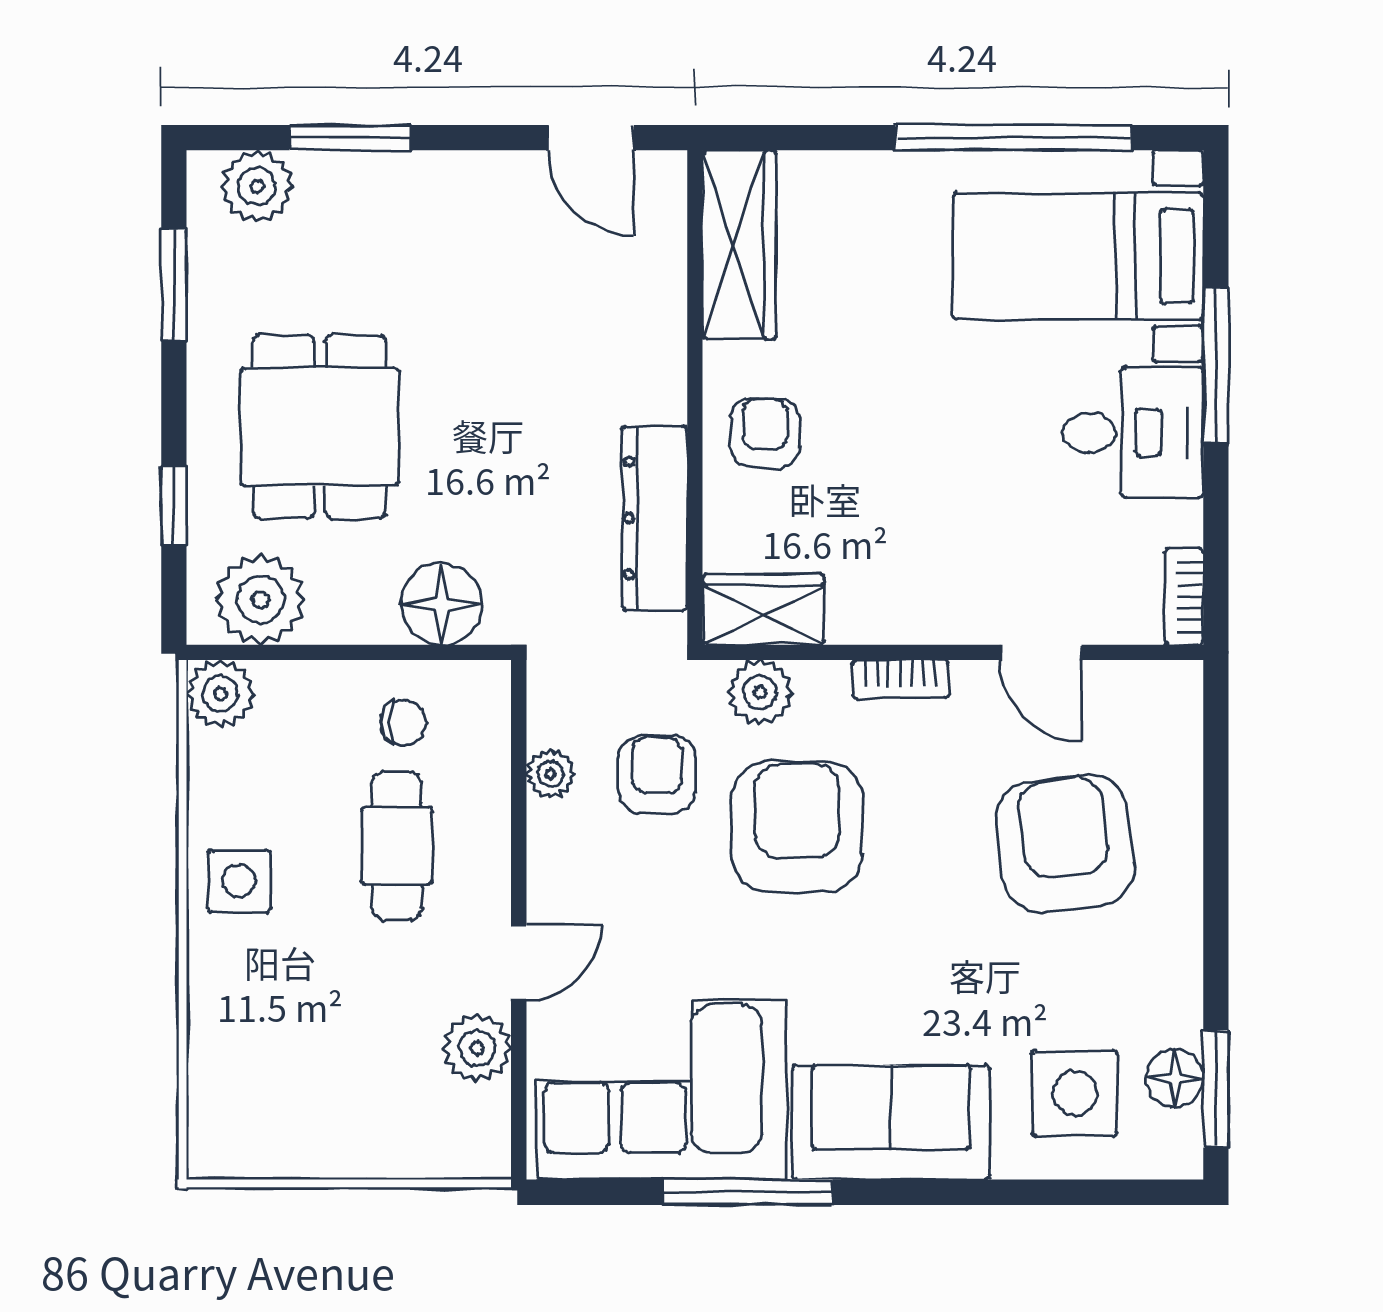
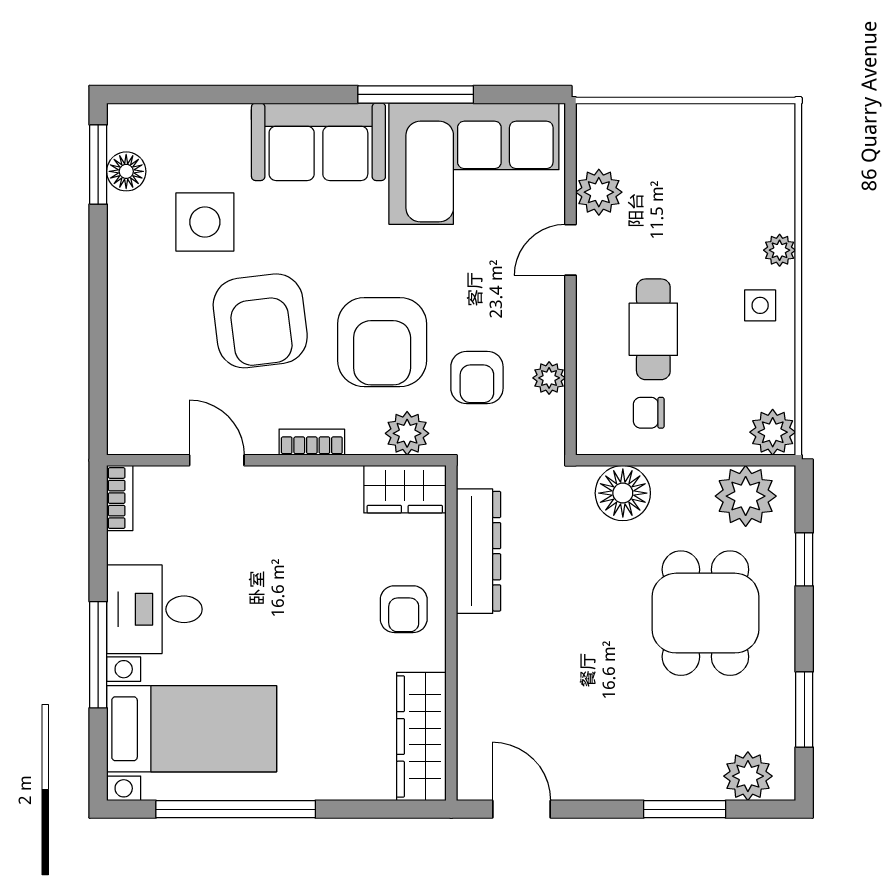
armchair: (1065, 843) -> (260, 321), moved
side table: (239, 881) -> (760, 305), width x0.73, depth x0.73
plant: (210, 962) -> (780, 250), added
side table: (1075, 1093) -> (205, 222), moved

